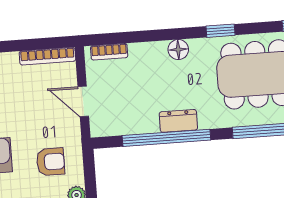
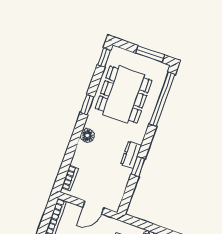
window: (166, 138) -> (138, 167), width x0.32

